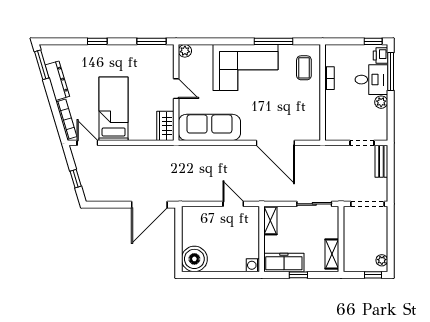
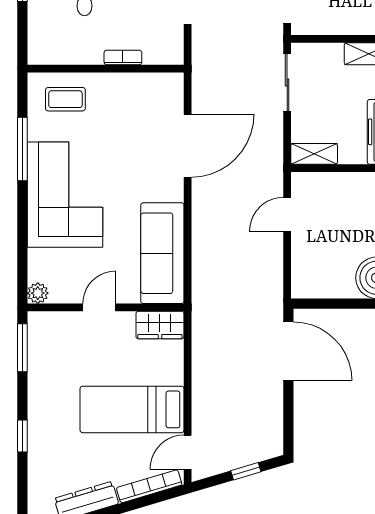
bookcase: (330, 78) -> (123, 58), moved

